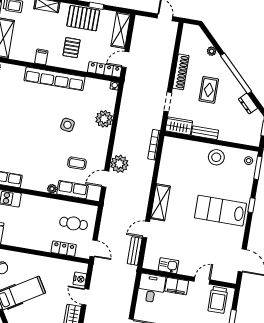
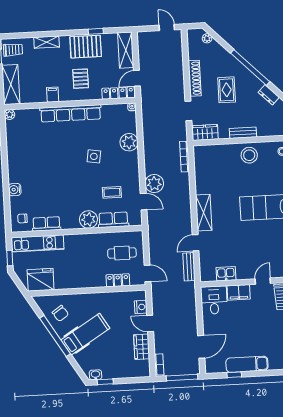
plant: (212, 51) -> (207, 38), moved
bench: (205, 133) -> (243, 133), moved
door: (105, 179) -> (144, 202), swing flipped
plant: (52, 189) -> (88, 219), width x1.88, depth x1.88

